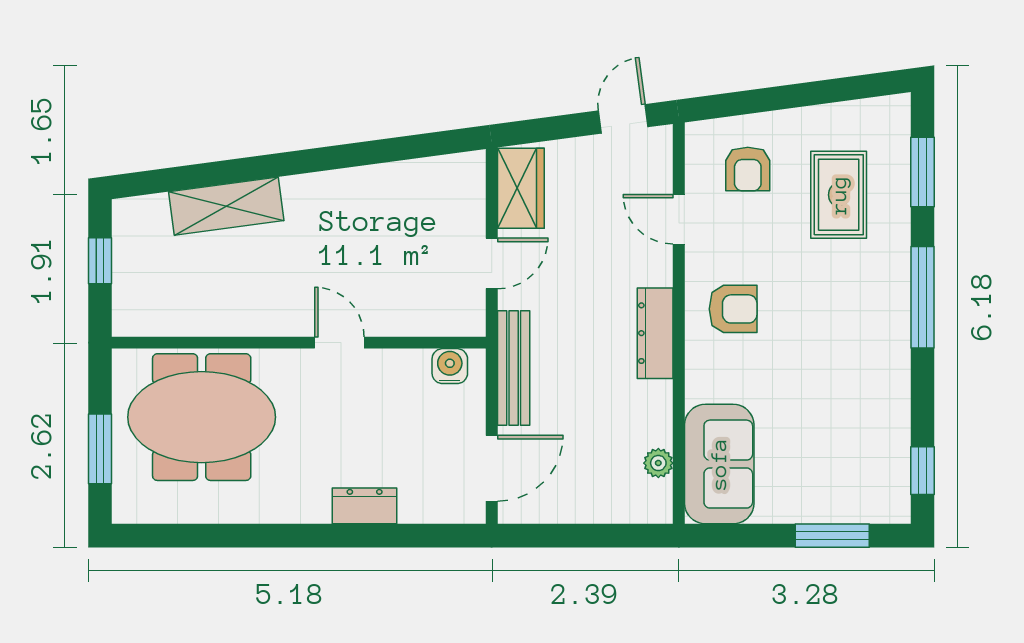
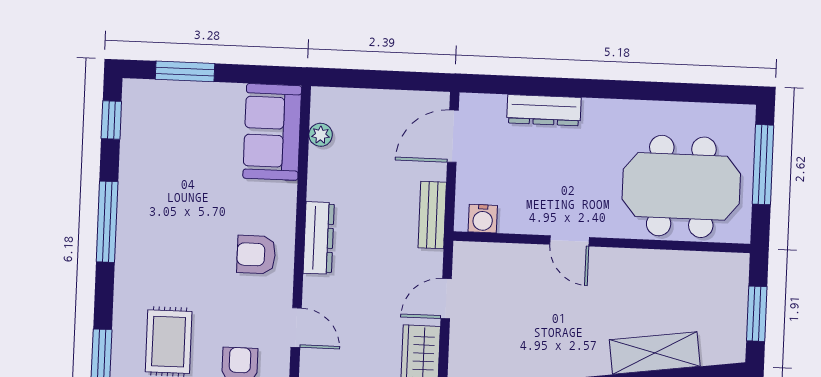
window: (100, 261) -> (757, 314), width x1.50
window: (922, 297) -> (107, 222), moved
bench: (514, 368) -> (432, 215), width x0.73
window: (100, 449) -> (763, 165), width x1.44
dresser: (365, 506) -> (544, 110), width x1.44

